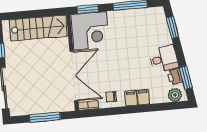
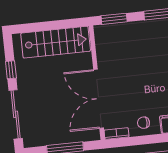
corner desk: (90, 31) -> (117, 44), removed
double door: (74, 76) -> (99, 99), swing flipped

